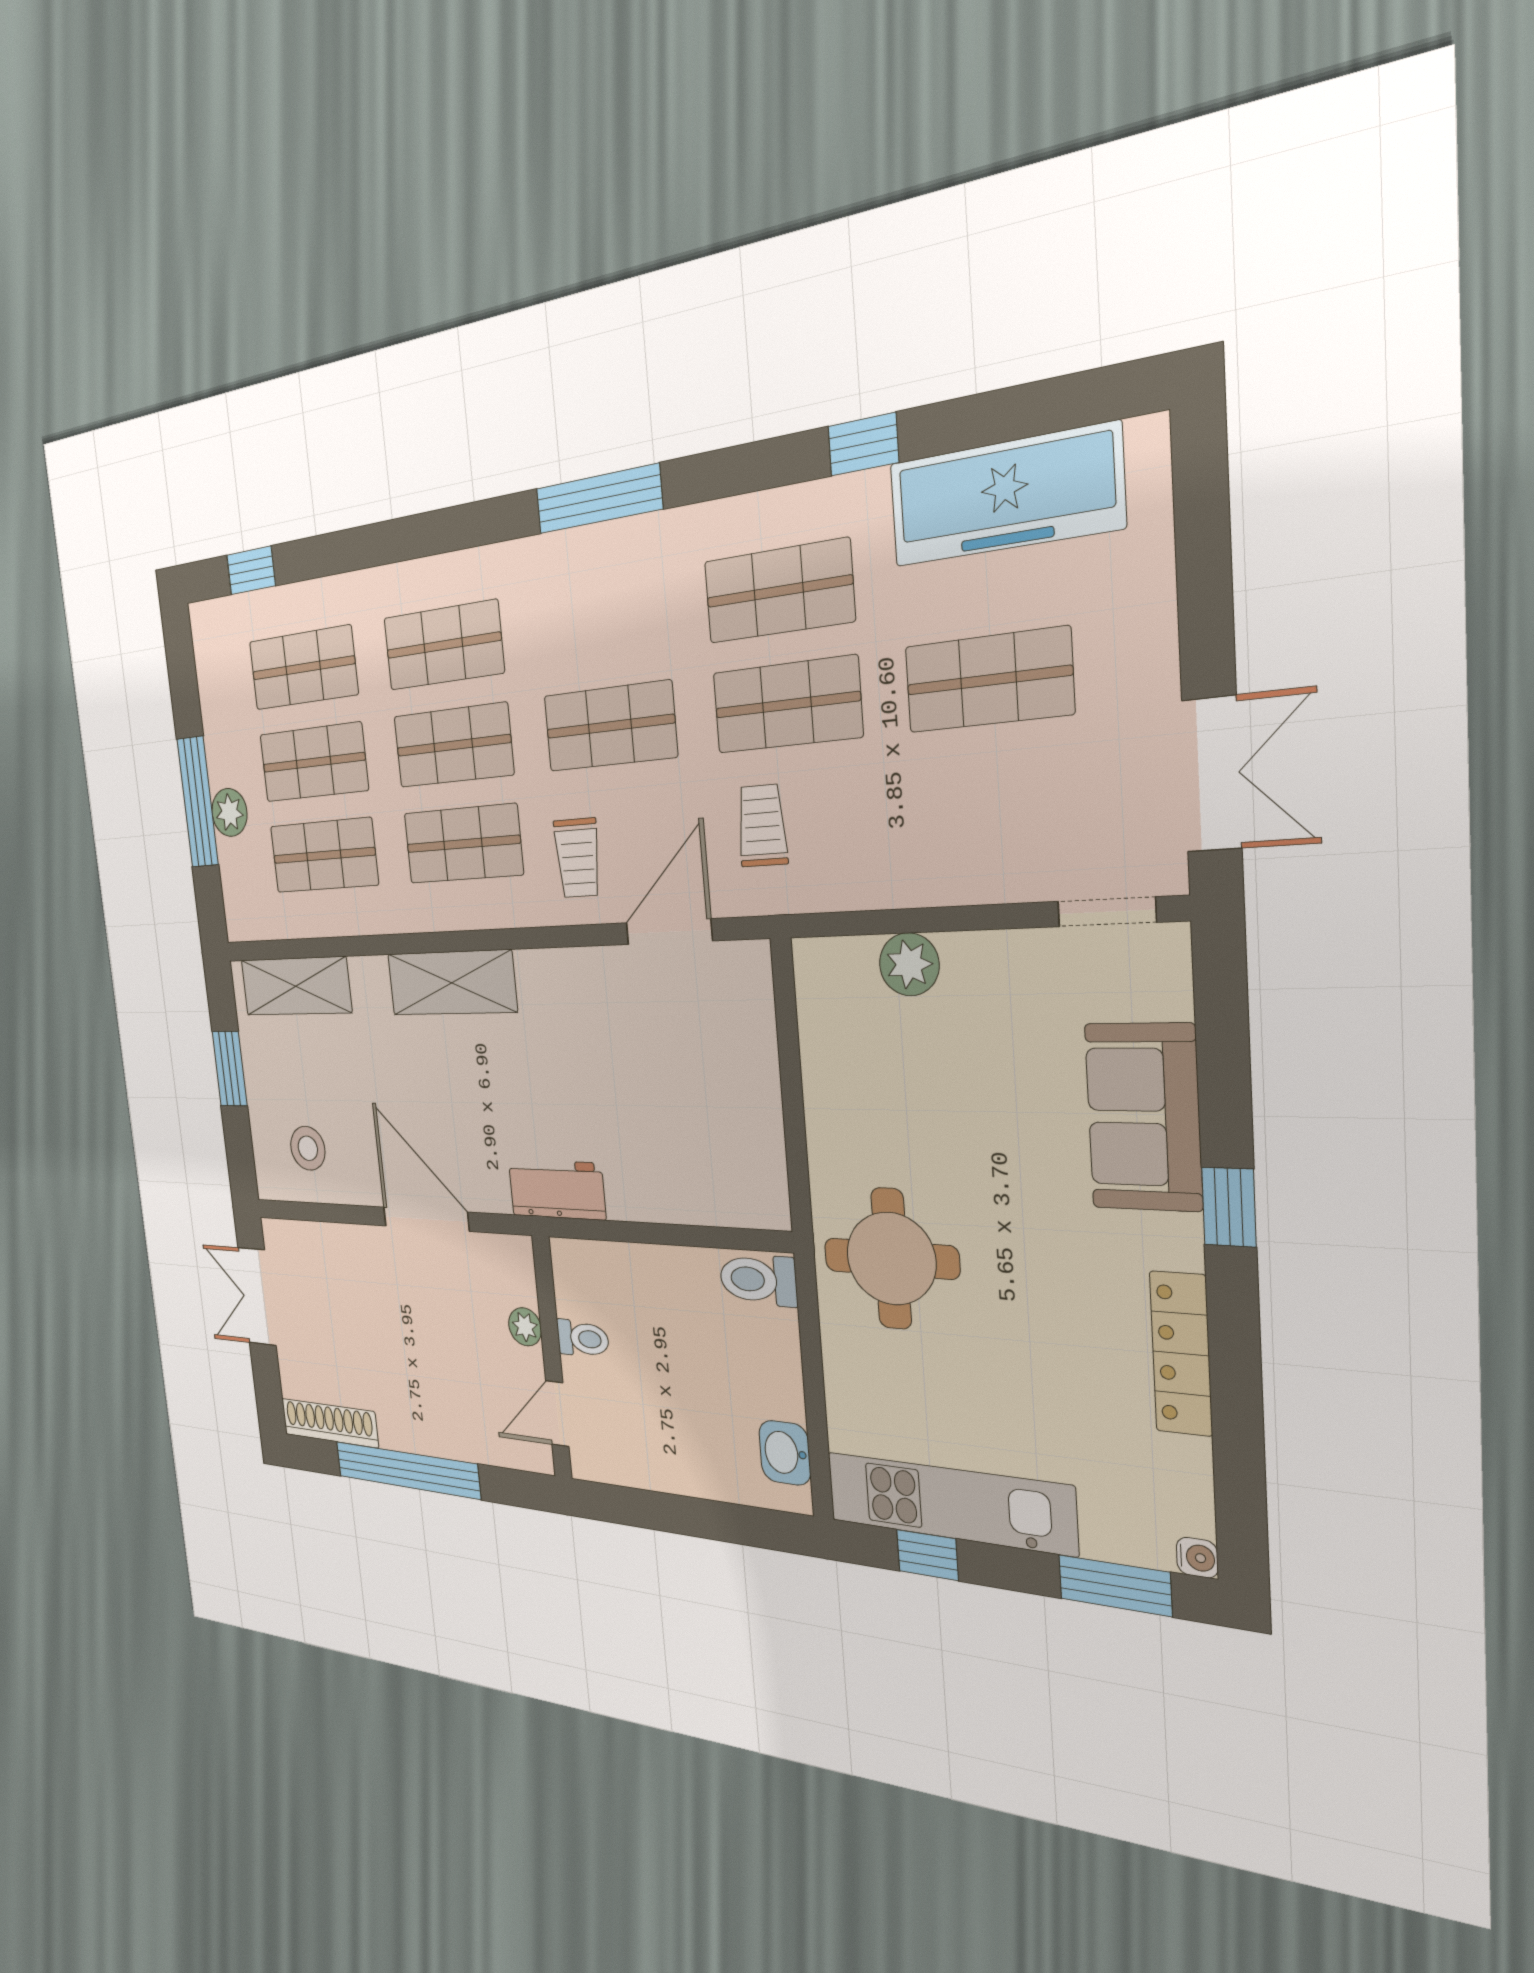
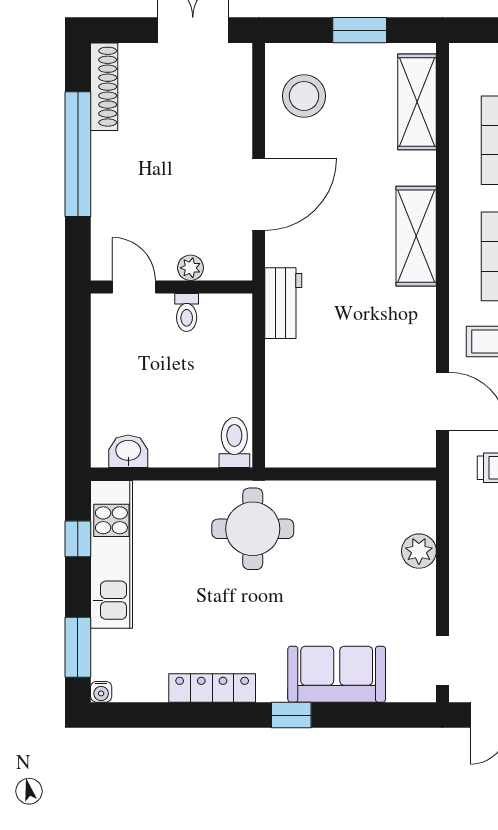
stool: (308, 1148) -> (304, 96), width x1.38, depth x1.38

